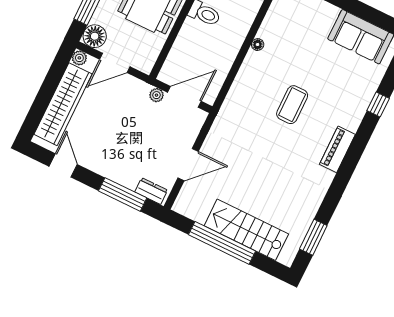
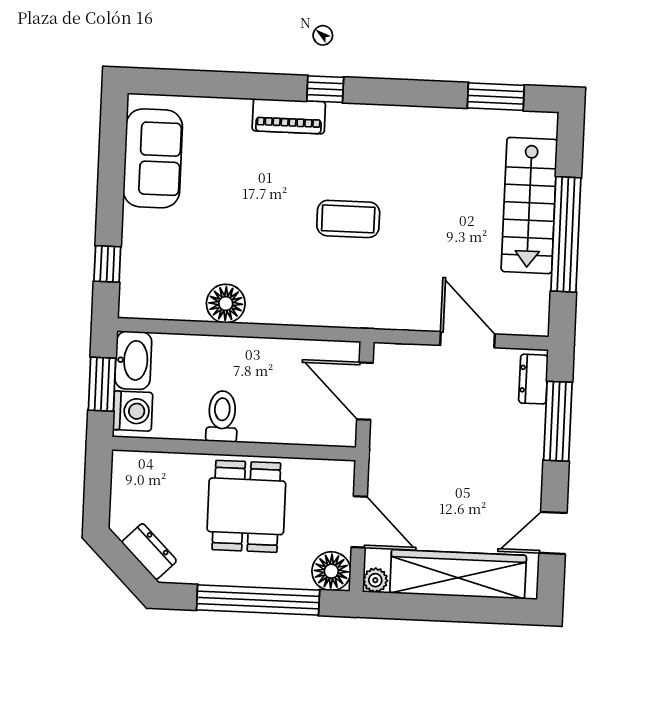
floor lamp: (258, 45) -> (226, 304), width x1.89, depth x1.89
plant: (156, 95) -> (381, 436), removed
window: (378, 104) -> (325, 89), moved
coffee table: (292, 105) -> (348, 219), moved
piano: (337, 149) -> (289, 116), moved

